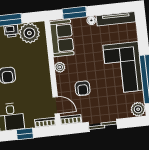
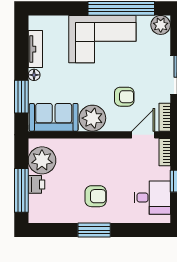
tv unit: (116, 19) -> (35, 49), width x0.71
plant: (60, 67) -> (92, 118), width x1.87, depth x1.87

